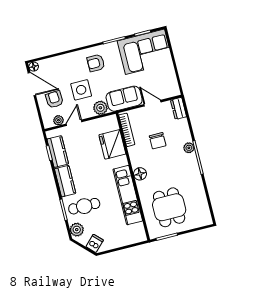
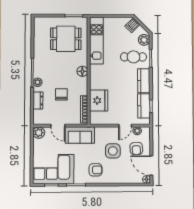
plant: (100, 108) -> (39, 133), moved
dresser: (178, 108) -> (38, 100), moved
kitchen unit: (128, 195) -> (96, 41), moved
dining table: (169, 207) -> (66, 39), turned 90

